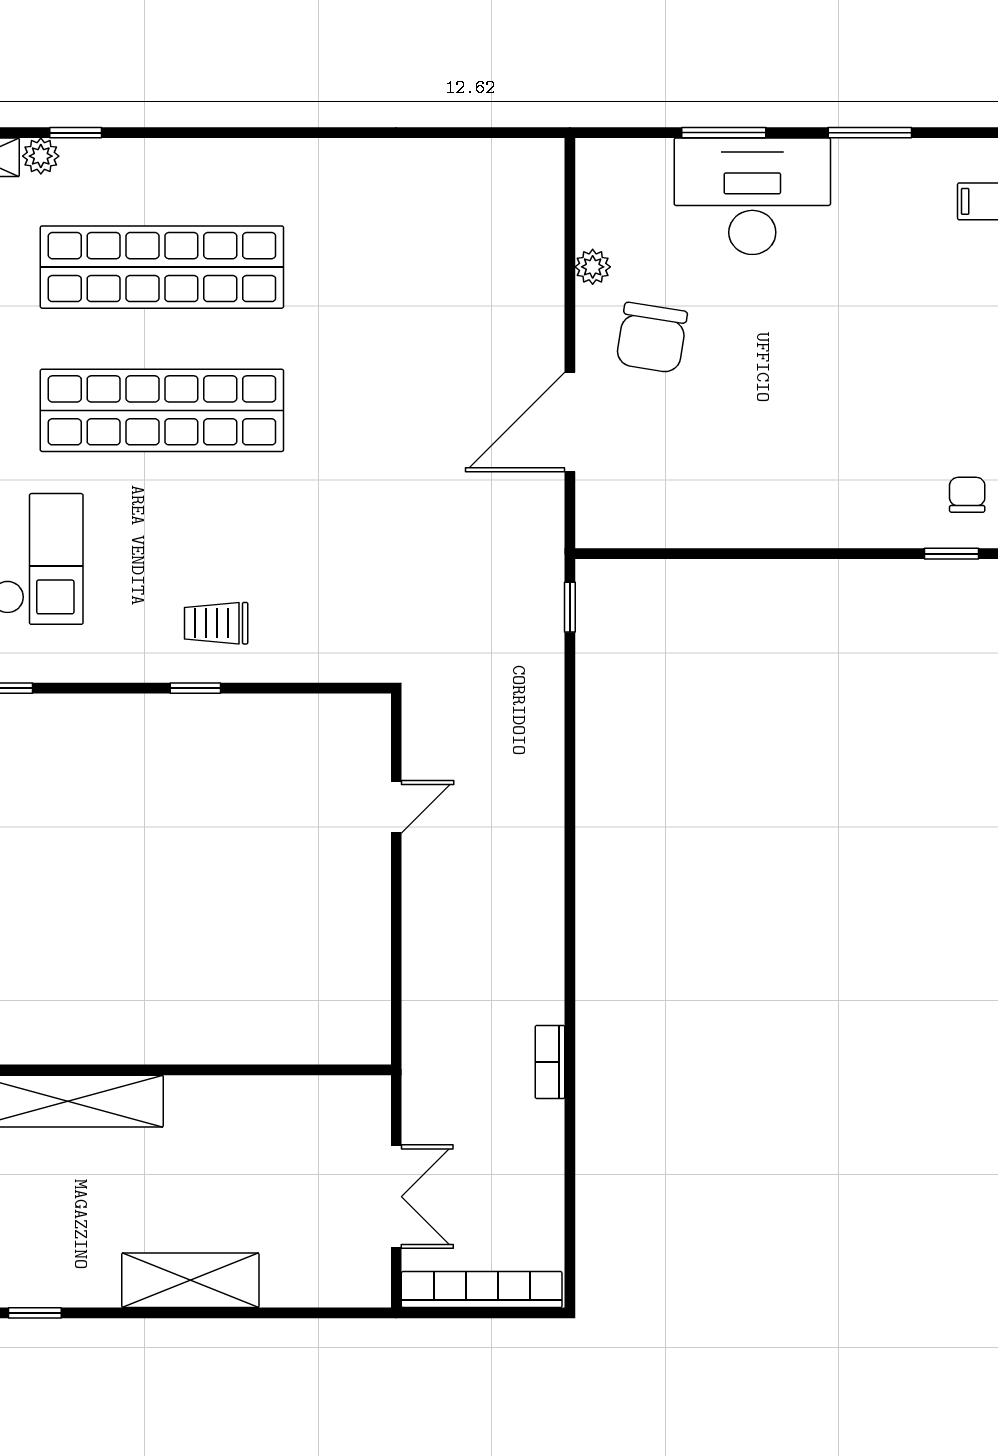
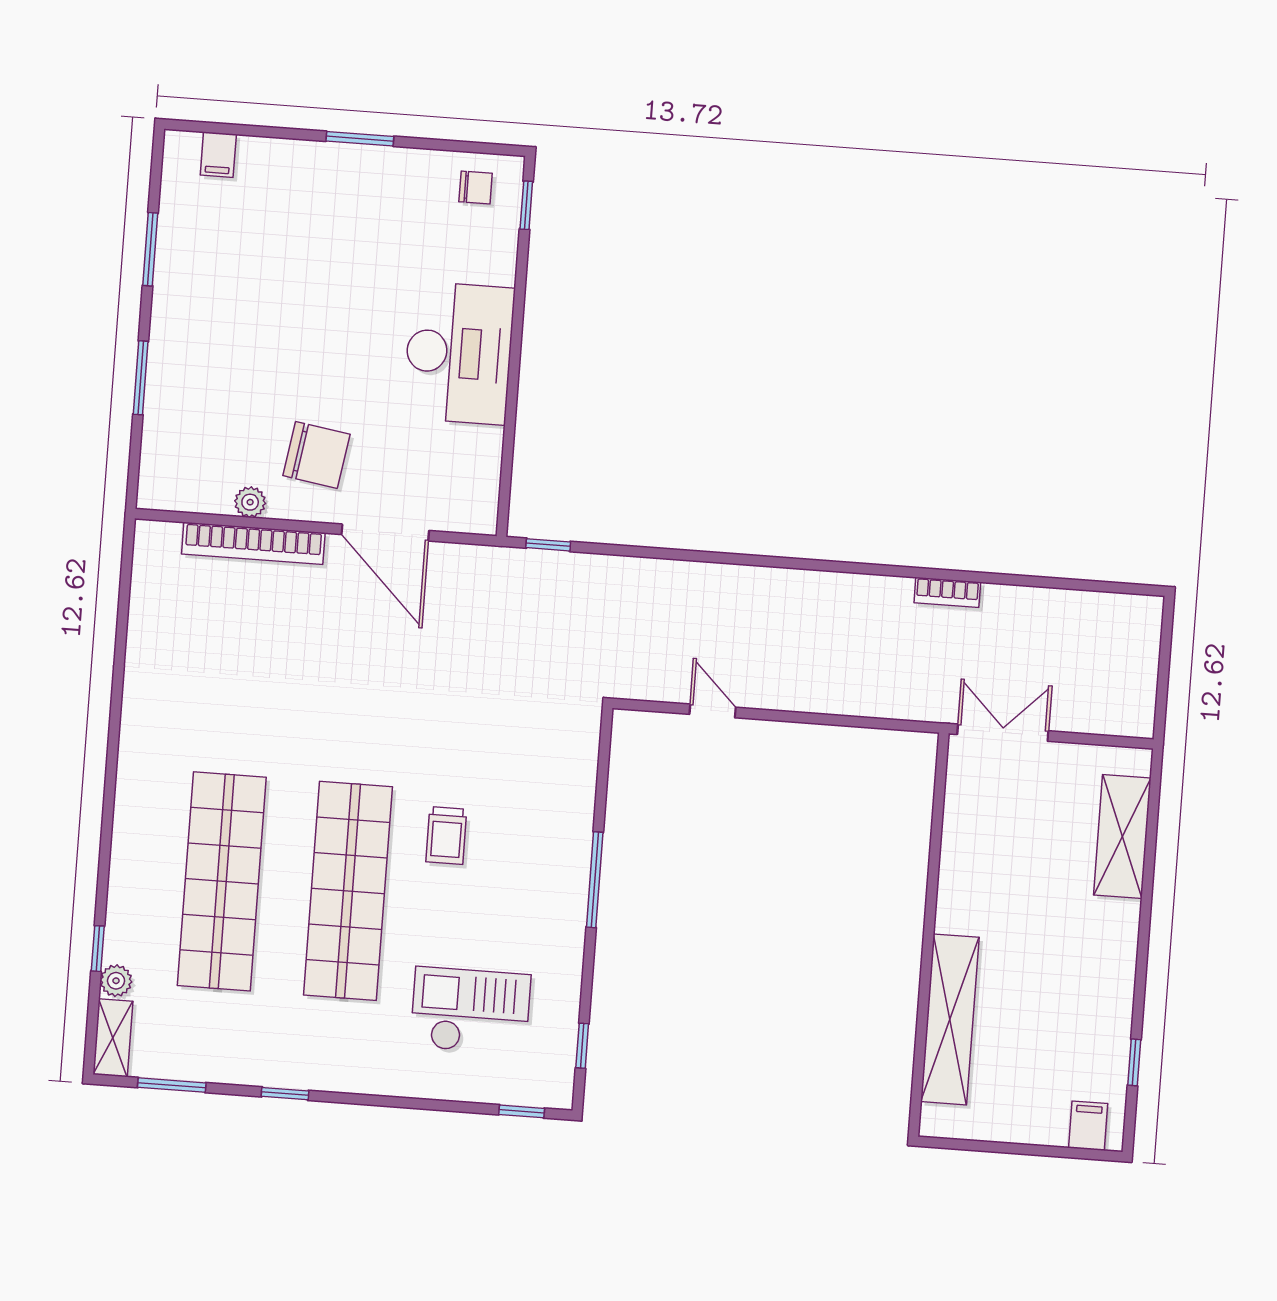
desk: (752, 196) -> (459, 353), moved, turned 180
chair: (967, 495) -> (476, 188), turned 180
trolley: (216, 623) -> (446, 836), moved
window: (195, 688) -> (595, 880), width x2.17
double door: (396, 1197) -> (1003, 733), moved
shelving: (190, 1280) -> (1122, 837), moved
bookcase: (482, 1290) -> (253, 543), moved, turned -90

